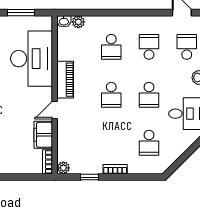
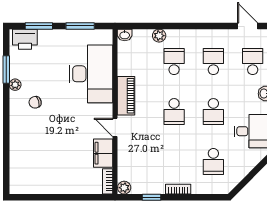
plant: (78, 22) -> (159, 36), moved
school desk: (111, 47) -> (174, 62), turned 180
door: (55, 110) -> (115, 127), hinge flipped

